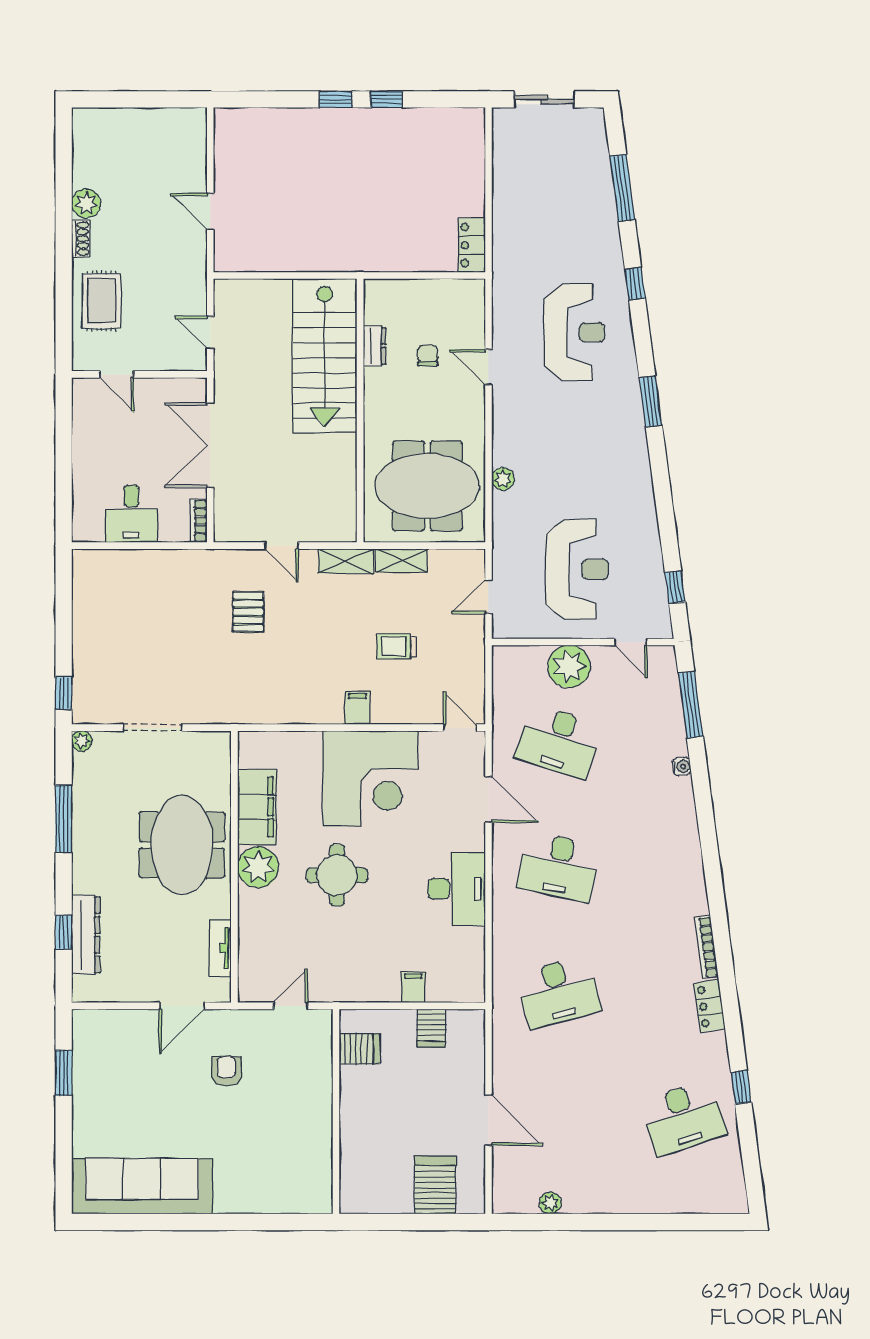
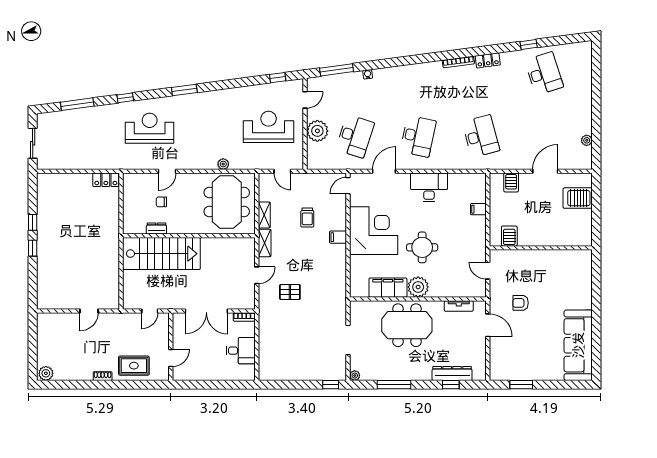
plant: (86, 203) -> (46, 373), moved
server rack: (431, 1028) -> (511, 183), moved, turned 90

